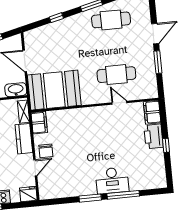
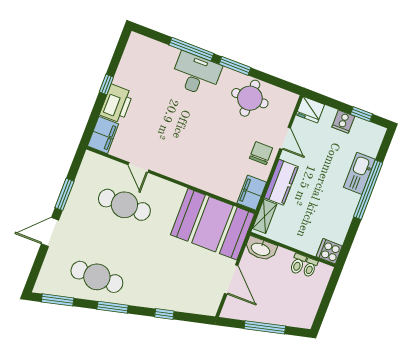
door: (35, 168) -> (285, 138), swing flipped
round table: (70, 182) -> (250, 98), added

